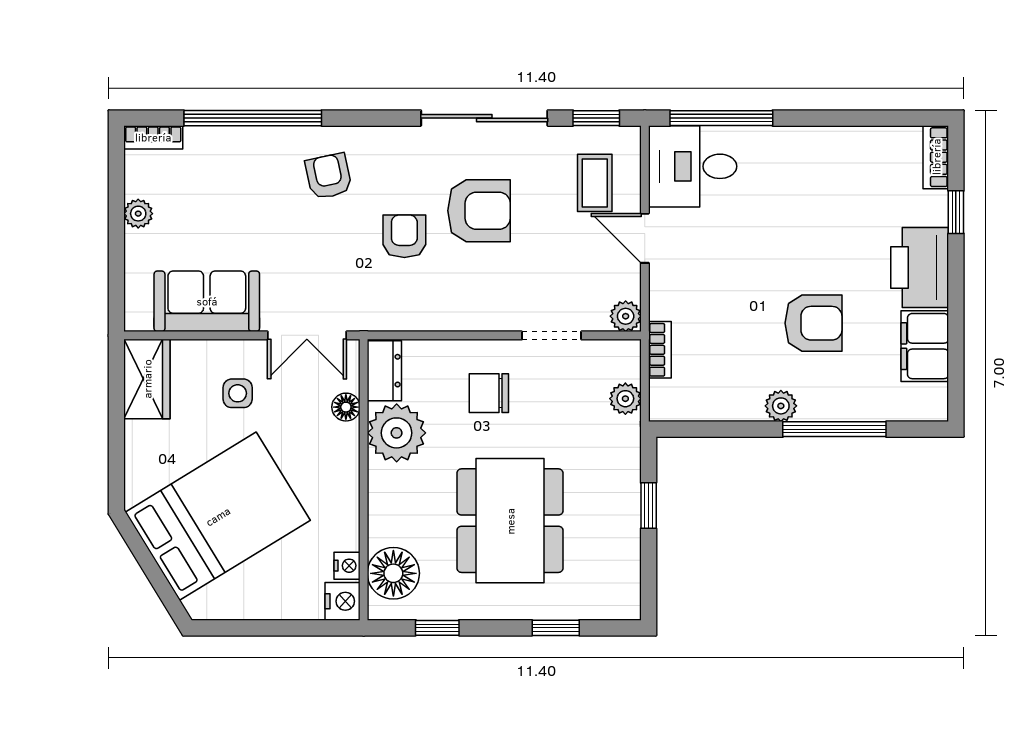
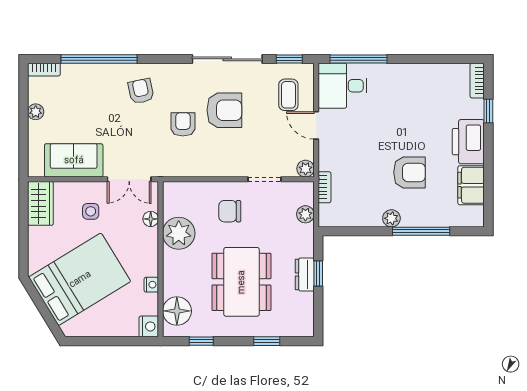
dresser: (384, 371) -> (305, 274), moved, turned 180
nightstand: (347, 566) -> (151, 285), moved

